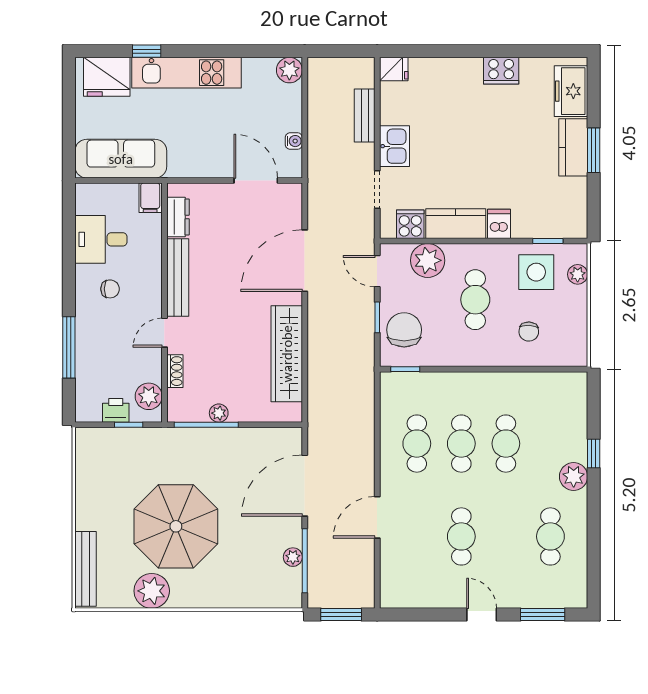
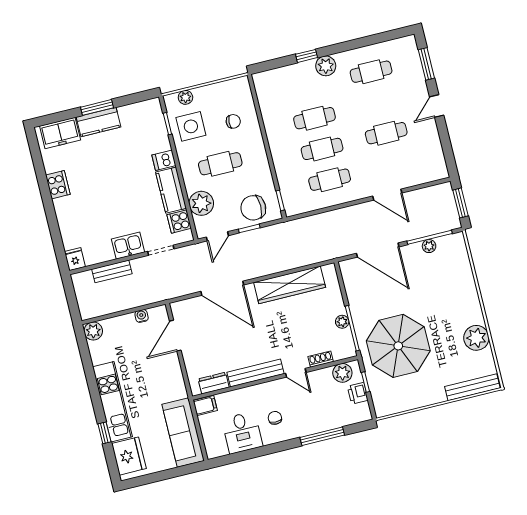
parasol: (176, 526) -> (398, 346), moved

